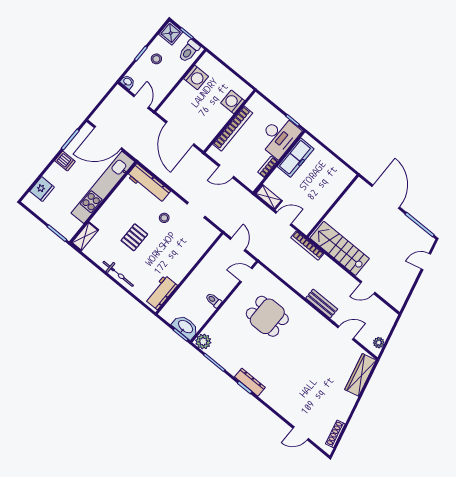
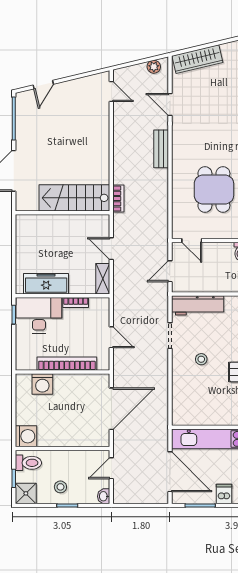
washing machine: (196, 77) -> (26, 436), moved, turned 90
workbench: (149, 183) -> (198, 305), moved, turned 90
bookcase: (307, 246) -> (118, 199), width x0.64
stairs: (340, 248) -> (74, 198), moved, turned 90
door: (426, 262) -> (43, 85), hinge flipped
door: (368, 288) -> (111, 91), moved

